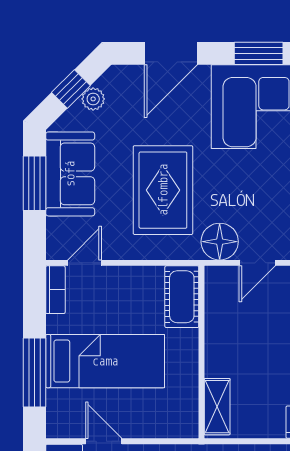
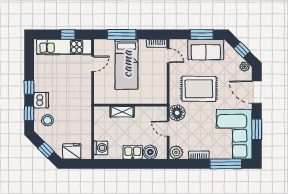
plant: (93, 99) -> (245, 66), moved
cot: (182, 297) -> (154, 97), removed
shelving: (217, 407) -> (122, 112), moved

